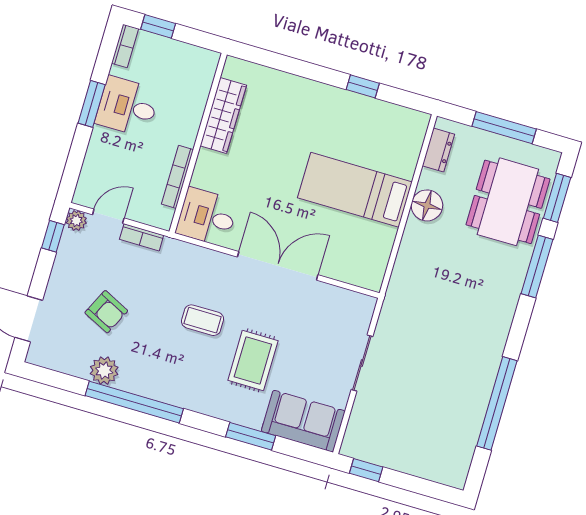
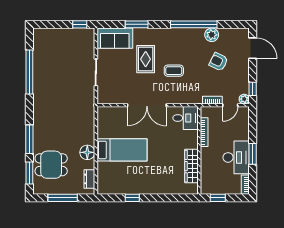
window: (158, 26) -> (218, 198), moved
desk: (127, 107) -> (236, 157), width x1.37
dining table: (508, 202) -> (51, 165), width x0.73

